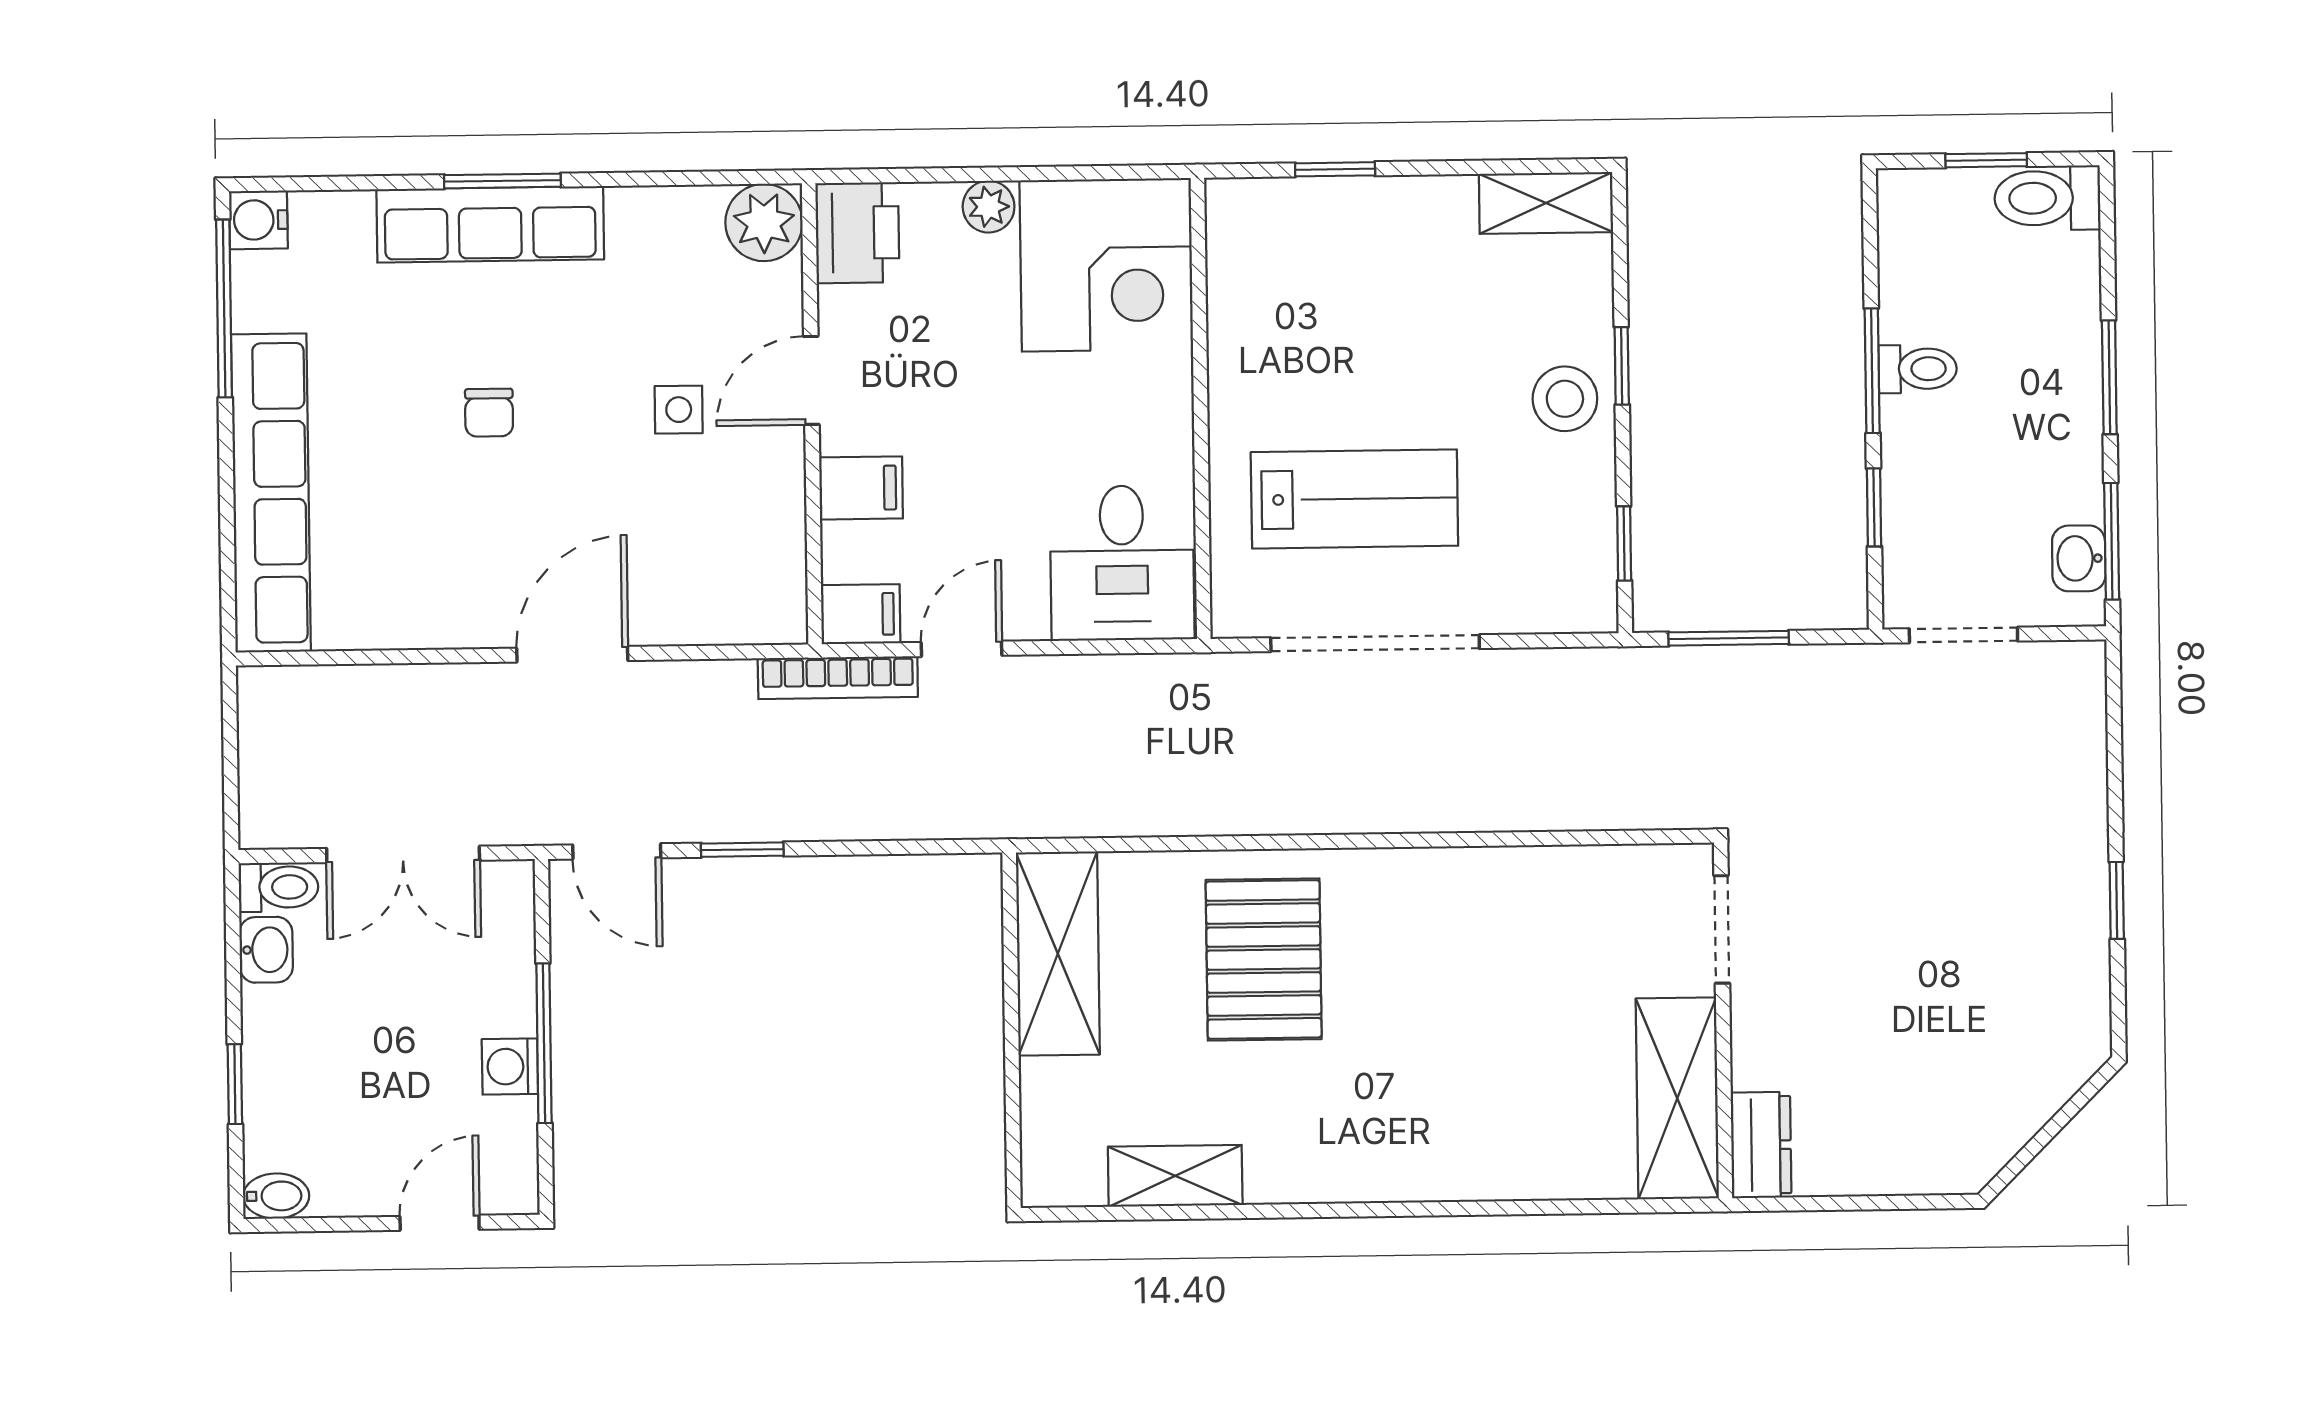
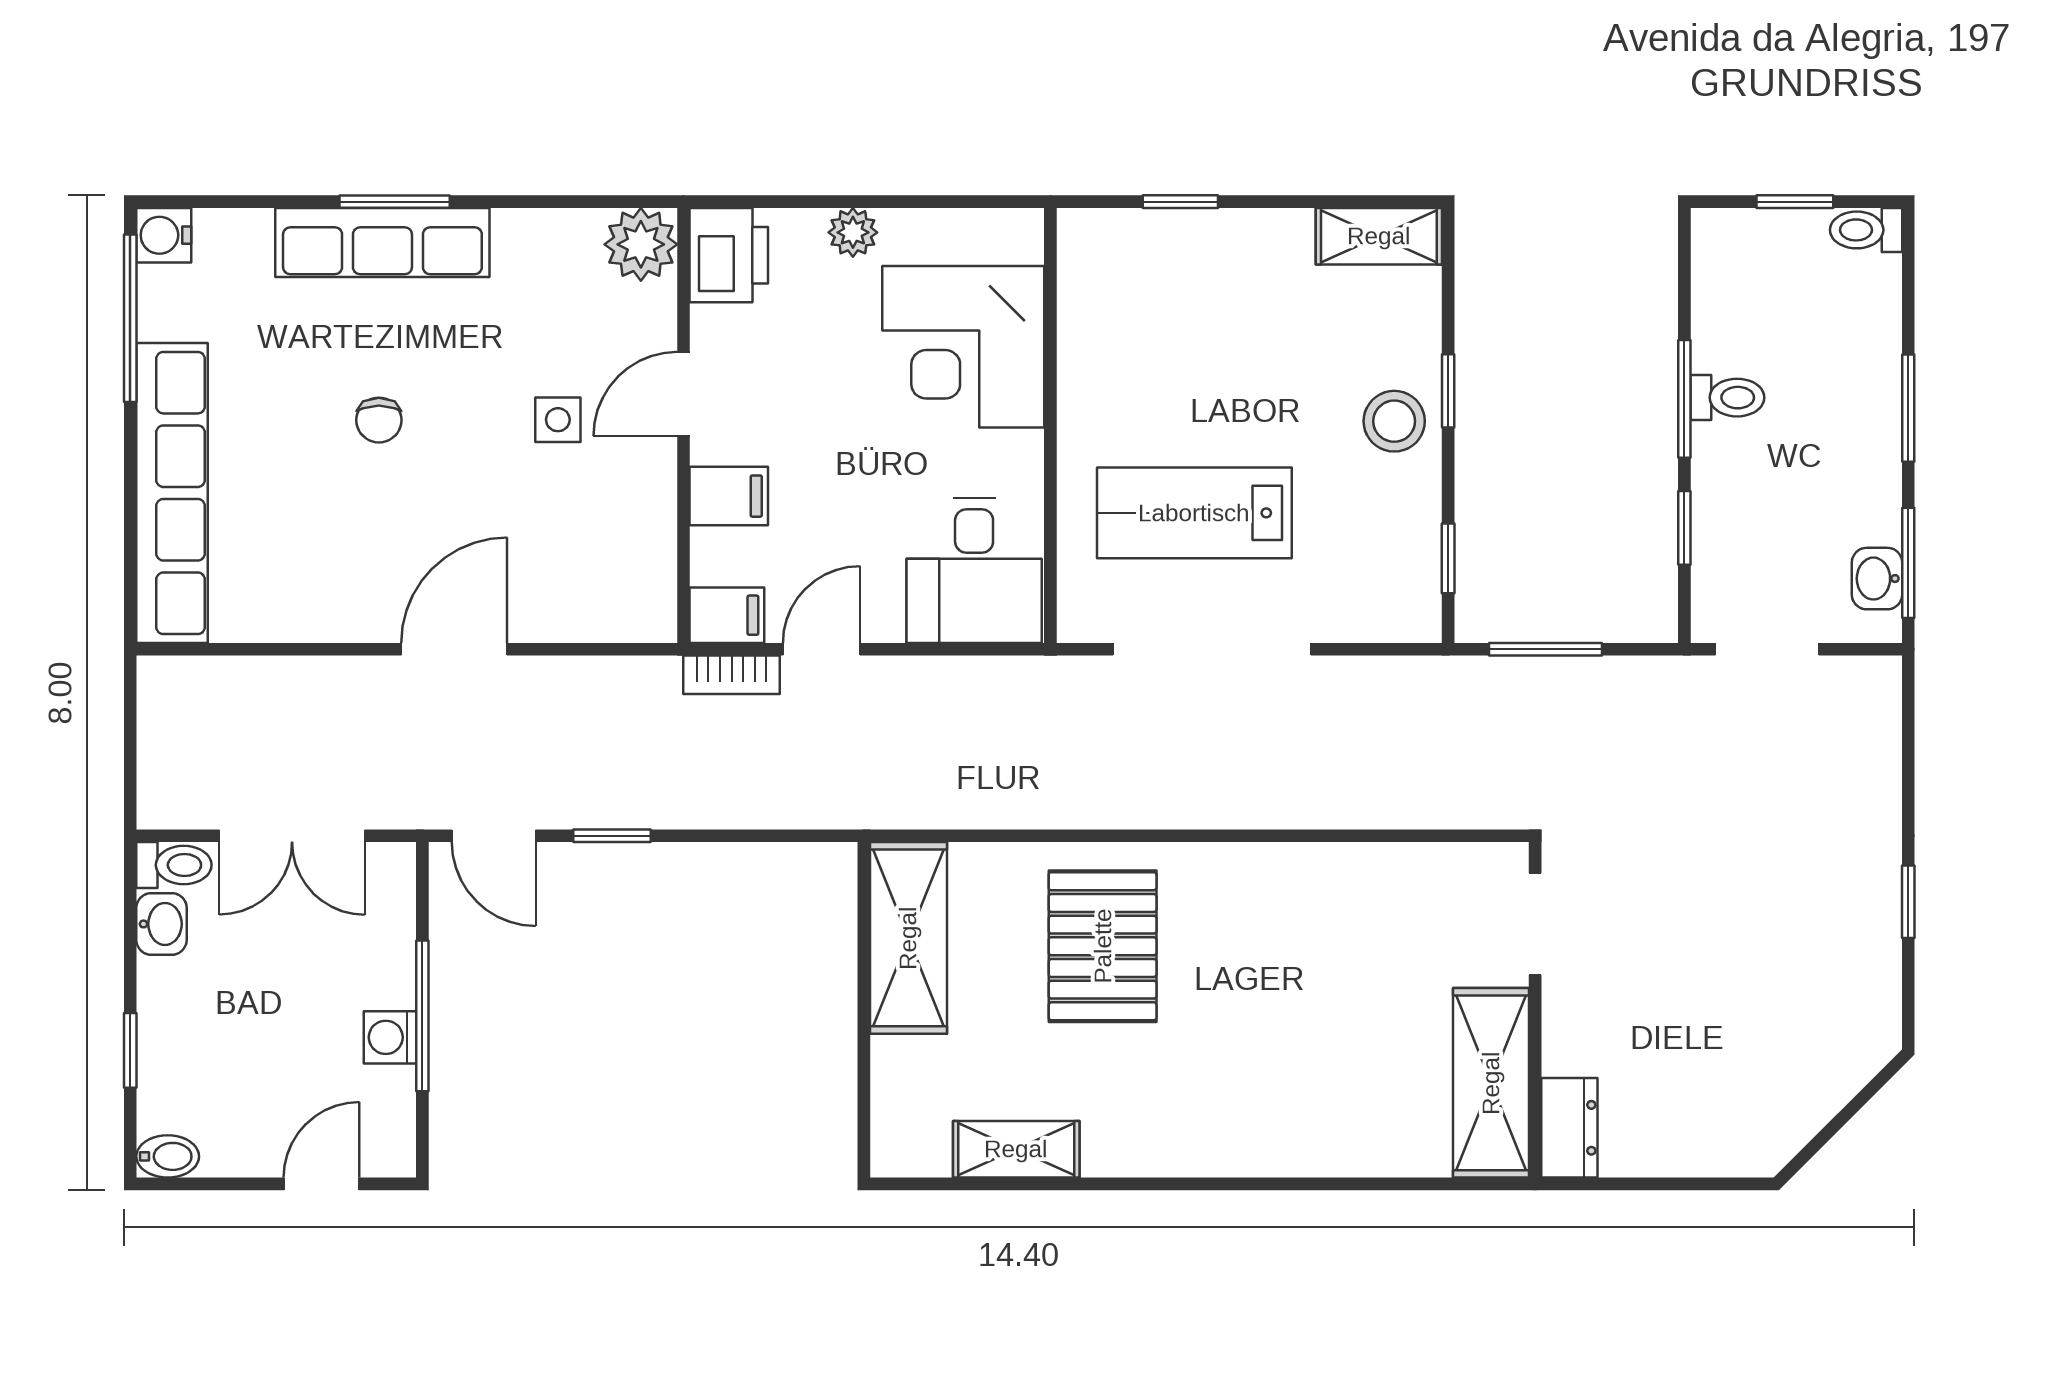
toilet: (2047, 198) -> (1866, 230), width x0.73, depth x0.72
corner desk: (1106, 265) -> (963, 347), moved, turned 90
lab bench: (1354, 499) -> (1194, 513), turned 180
bookcase: (838, 678) -> (732, 675), width x0.64

